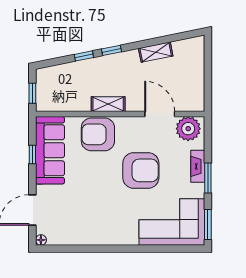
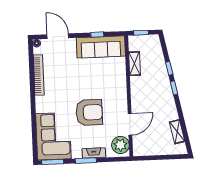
shelving: (156, 52) -> (177, 132), moved
shelving: (108, 104) -> (135, 64), moved
armchair: (98, 134) -> (114, 81), removed
armchair: (141, 170) -> (89, 112), turned -90
bookcase: (86, 239) -> (39, 75), added

